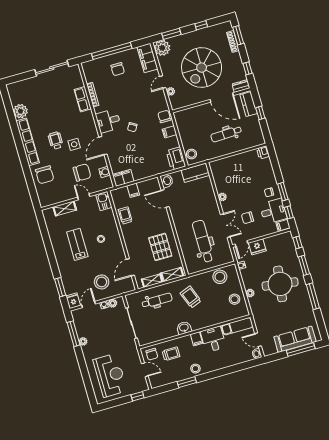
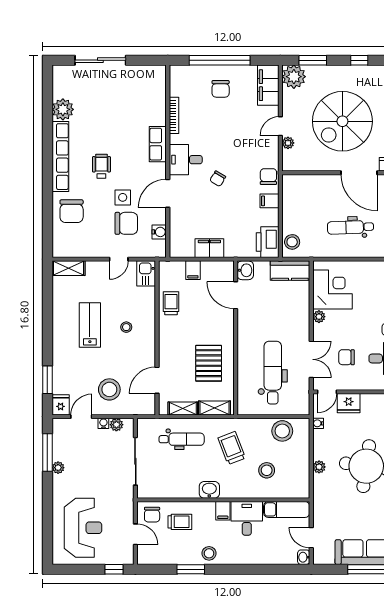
sliding door: (52, 68) -> (100, 60), moved
row of seats: (83, 99) -> (158, 144), moved
side table: (74, 144) -> (123, 197), moved
corner desk: (226, 177) -> (332, 290), added
filing cabinet: (123, 178) -> (209, 248), moved
door: (84, 197) -> (119, 259), swing flipped
shelving: (65, 208) -> (68, 268), moved
stool: (235, 299) -> (267, 470), moved

